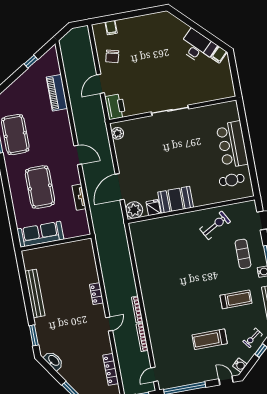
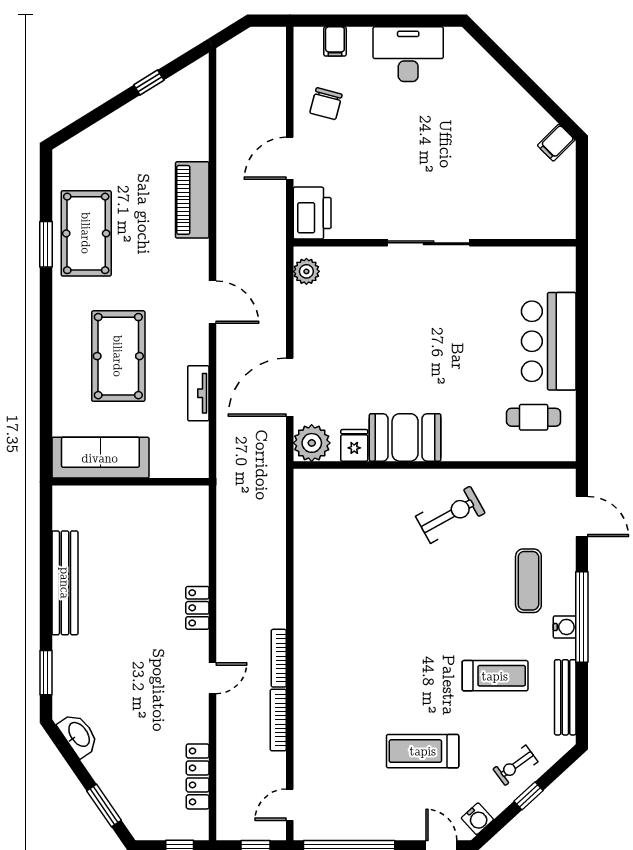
desk: (198, 47) -> (408, 54), moved, turned -45
piano: (57, 93) -> (192, 200), moved
exercise bike: (215, 225) -> (450, 515), moved

